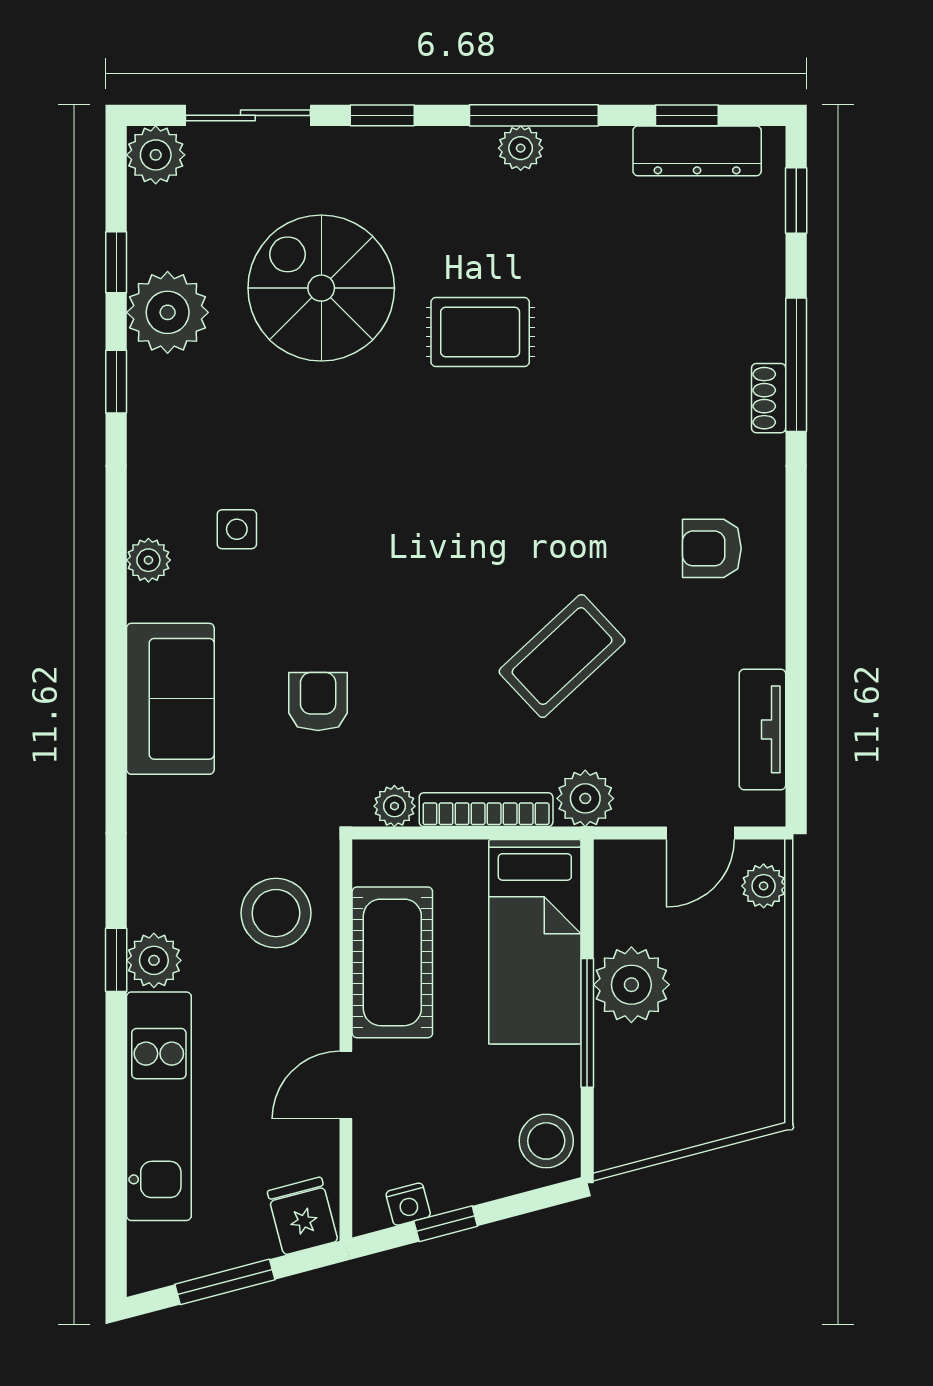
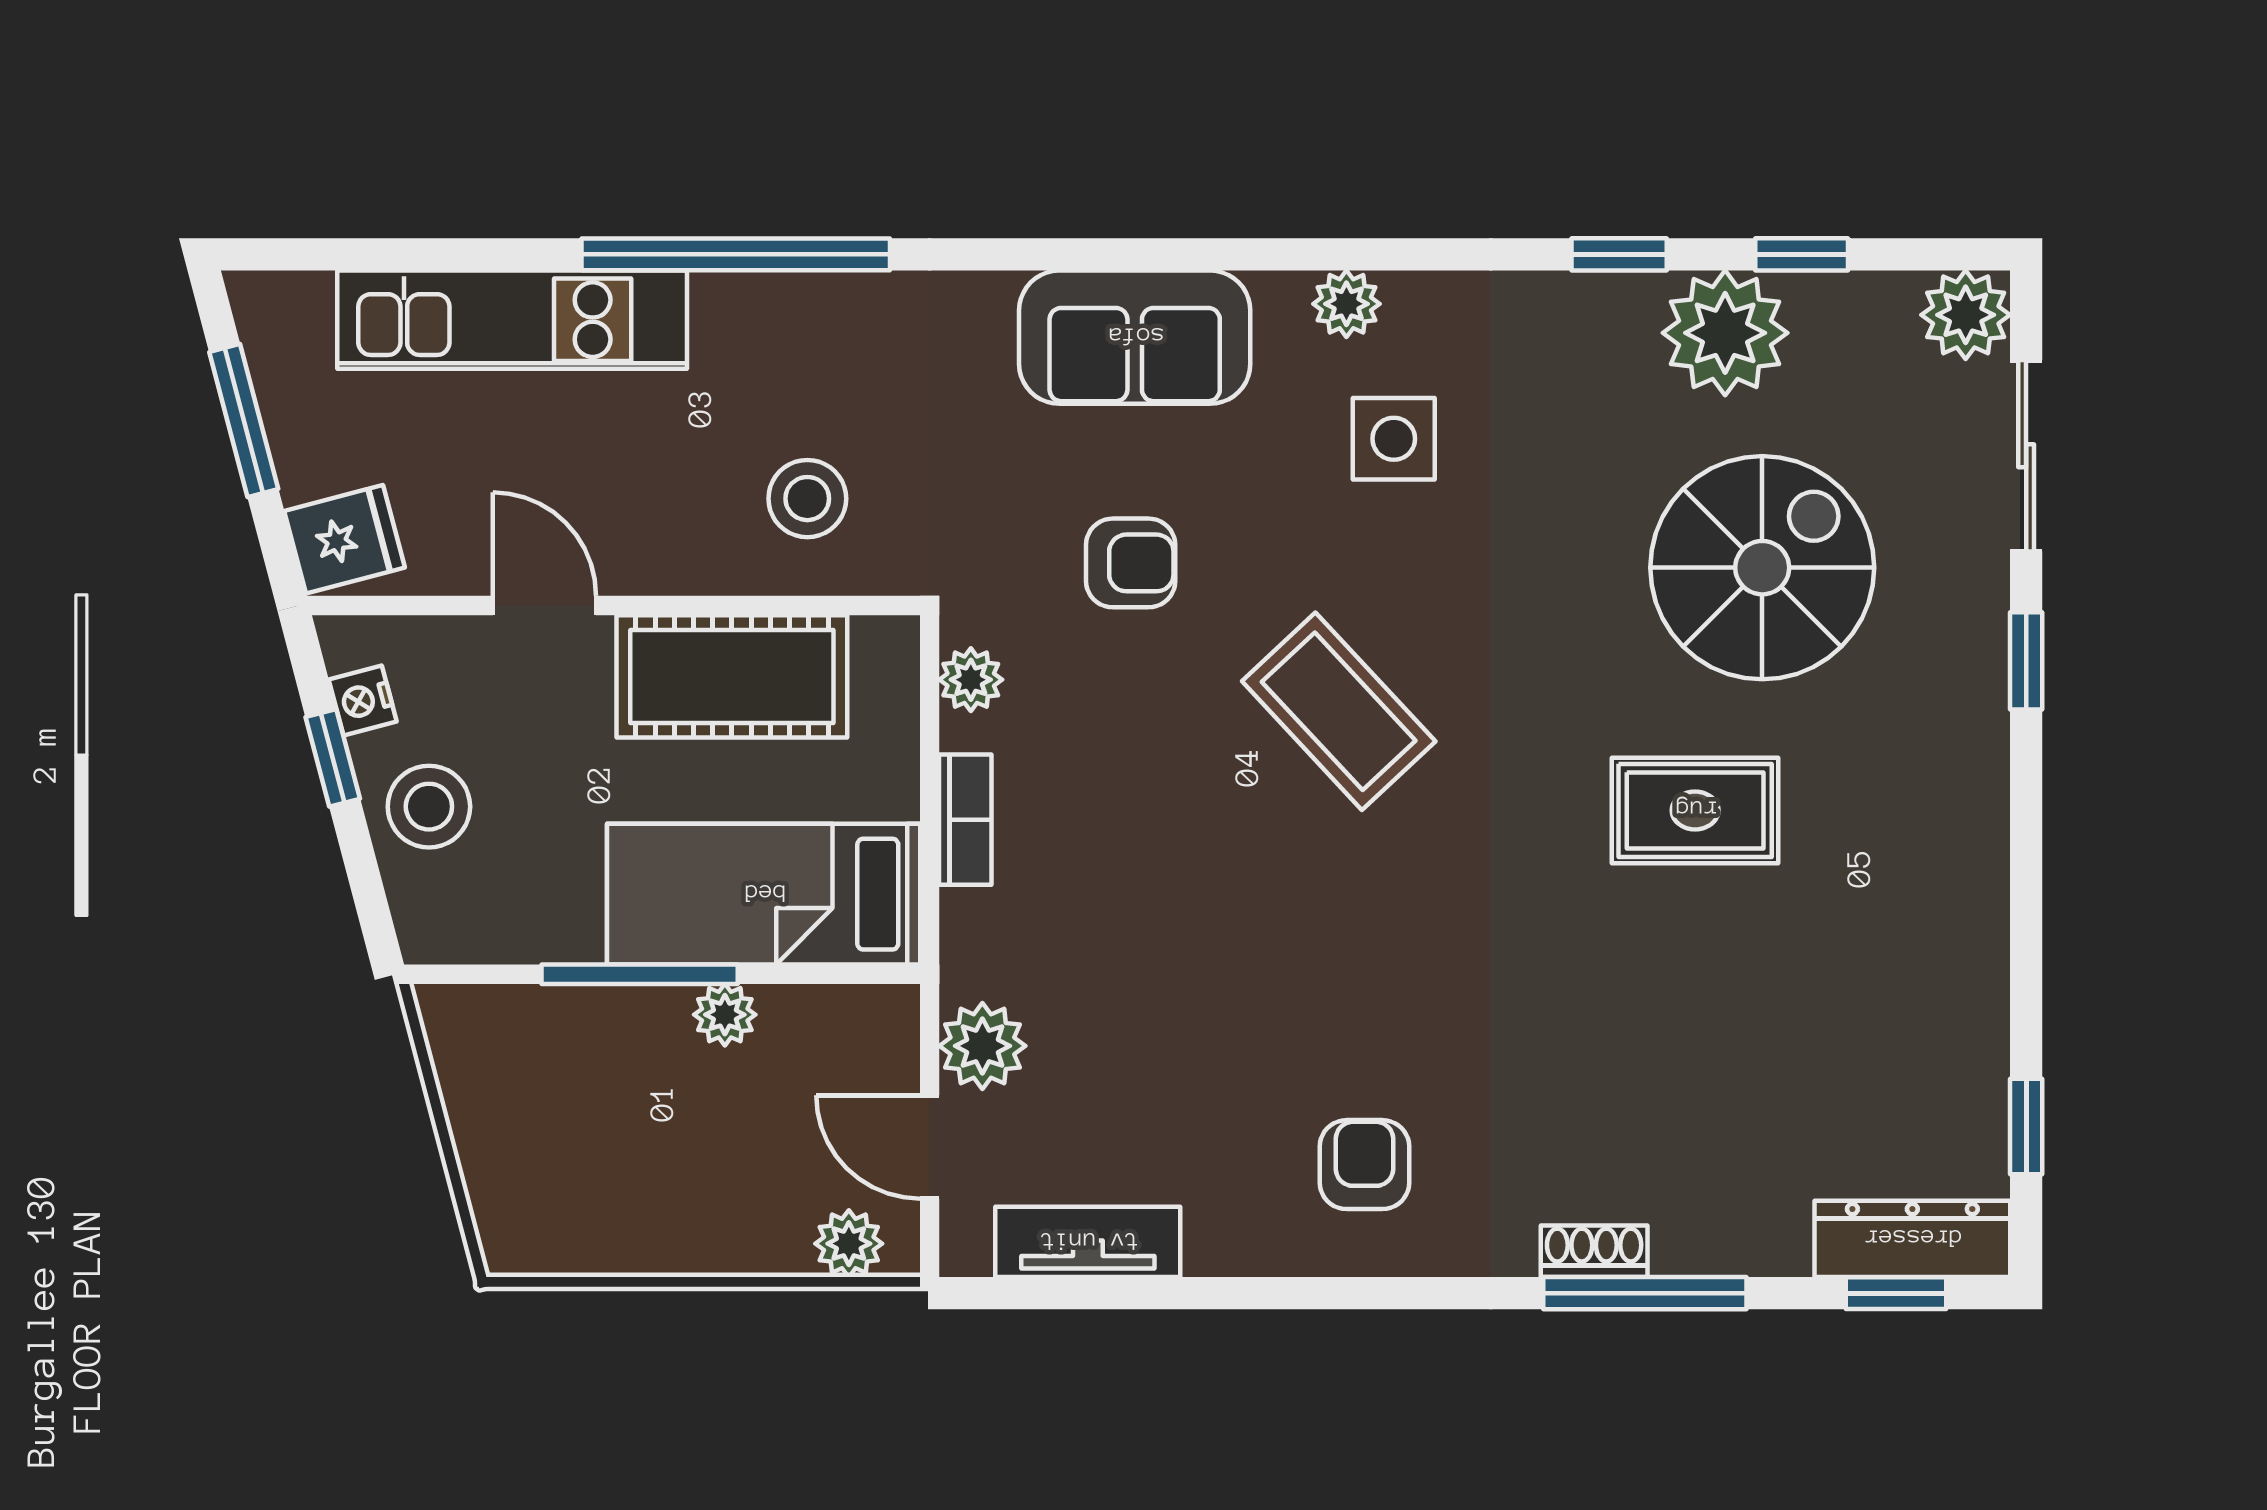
window: (534, 115) -> (2026, 893), removed
plant: (521, 148) -> (1976, 872), removed
dresser: (697, 151) -> (1912, 1239), moved, turned 90
rug: (480, 332) -> (1695, 810), turned 90
side table: (237, 529) -> (1394, 439), width x1.37, depth x1.37
coffee table: (562, 656) -> (1339, 711), moved
plant: (585, 798) -> (982, 1046), moved
bookcase: (486, 810) -> (965, 820), width x0.64
stool: (276, 913) -> (807, 499), width x0.73, depth x0.73
window: (116, 960) -> (736, 254), width x3.17
plant: (154, 960) -> (735, 312), removed
plant: (631, 985) -> (725, 1015), width x0.53, depth x0.53
stool: (546, 1141) -> (429, 807), moved

